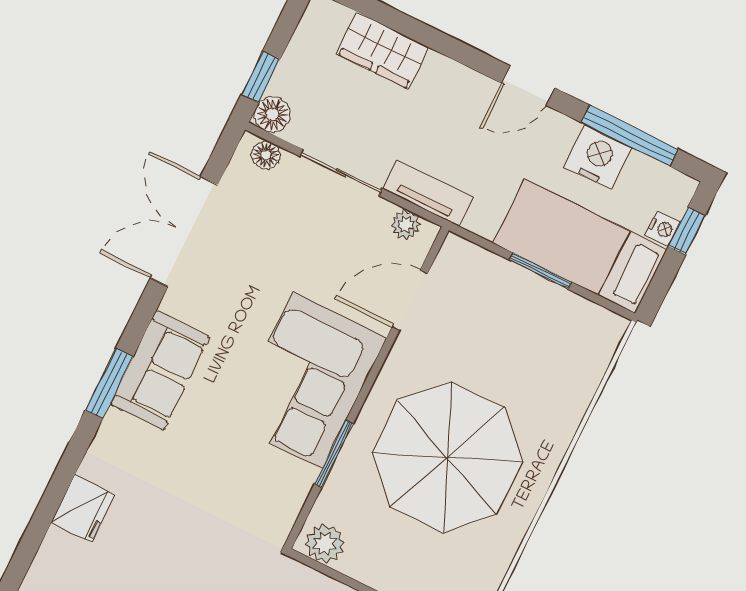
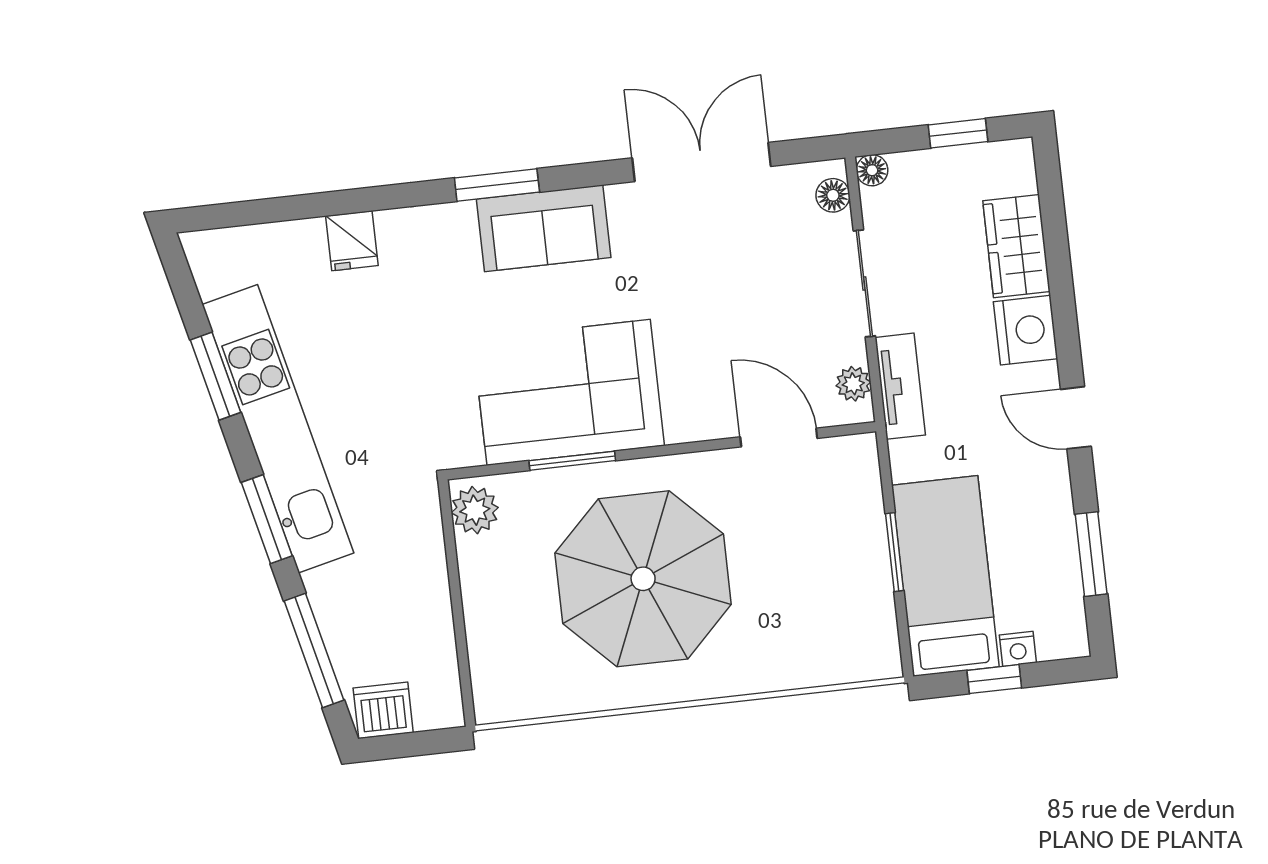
window: (261, 77) -> (958, 133), moved
floor lamp: (272, 114) -> (872, 170), width x0.73, depth x0.73
window: (630, 136) -> (1091, 554), width x0.69
nightstand: (598, 157) -> (1026, 330), moved
window: (687, 231) -> (994, 679), moved
corner sofa: (307, 380) -> (569, 392), moved
fridge: (83, 509) -> (352, 241), width x0.72

